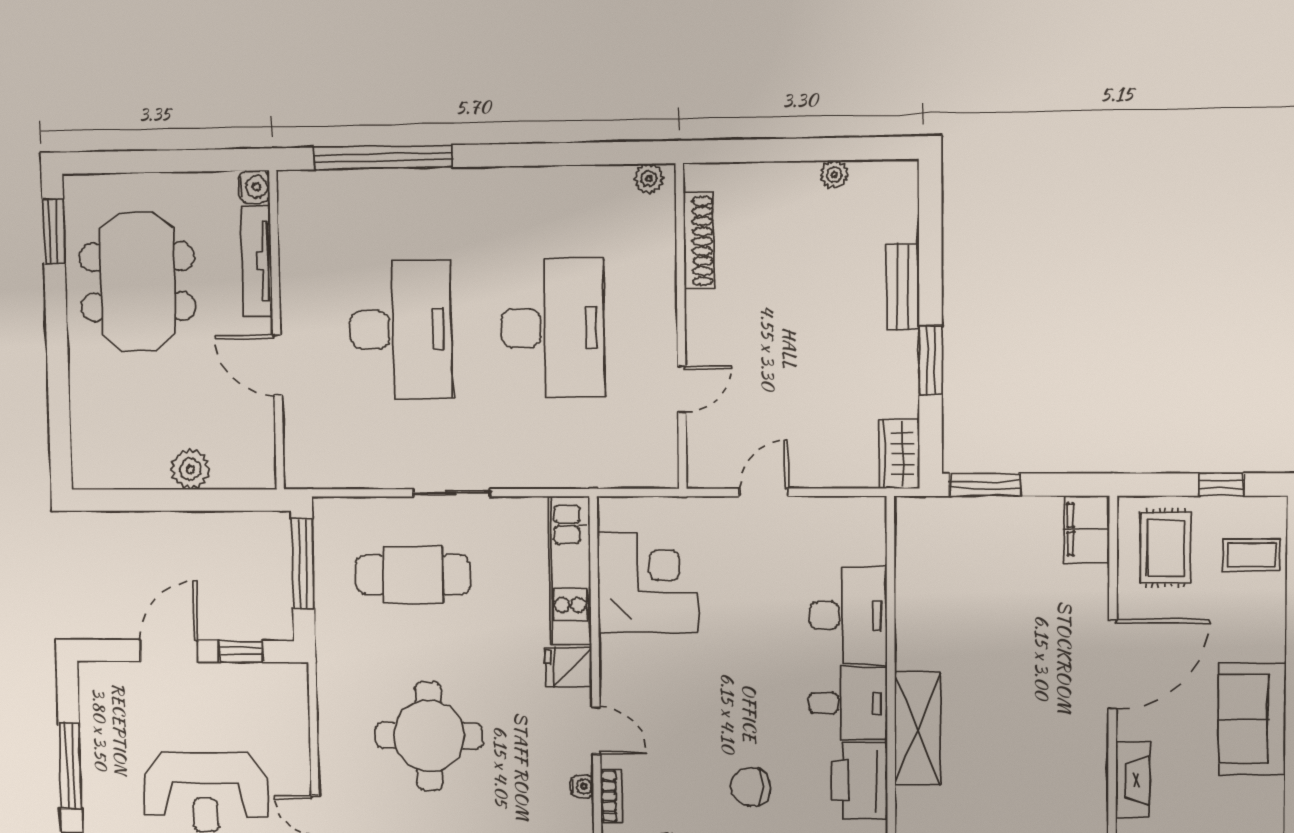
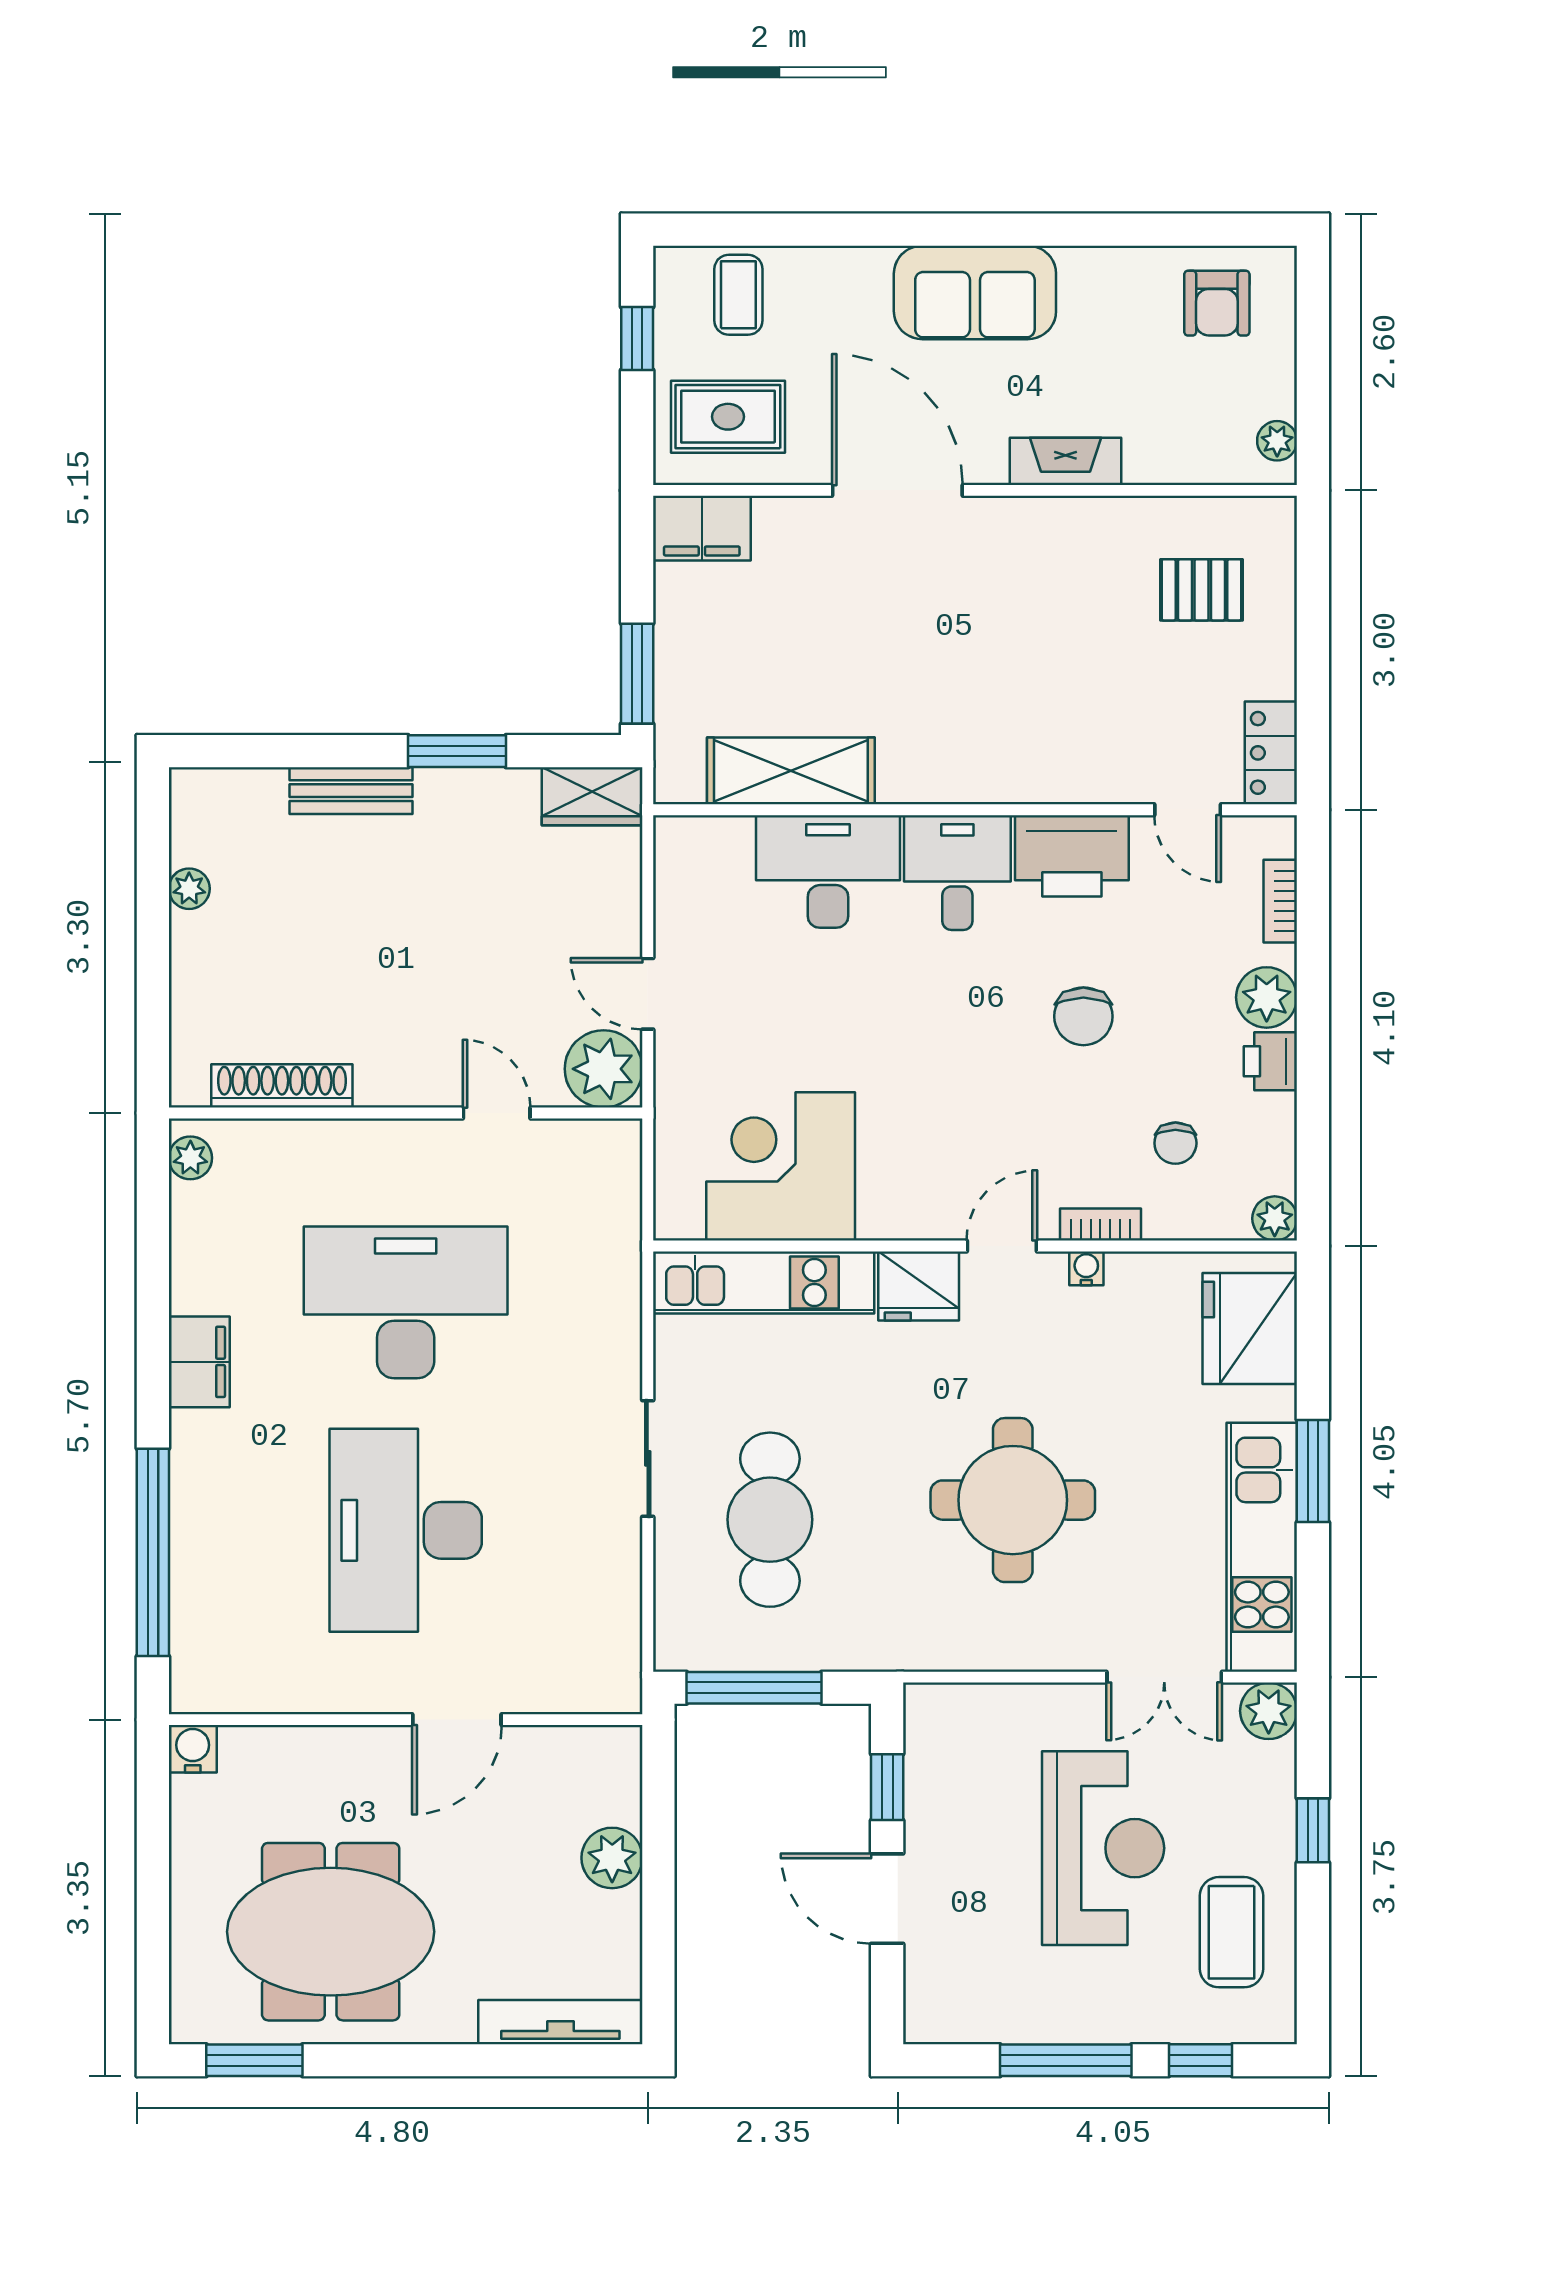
filing cabinet: (511, 187) -> (199, 1362), added
tv unit: (257, 261) -> (560, 2022), moved, turned 180
desk: (401, 329) -> (406, 1530), turned -90
plant: (712, 462) -> (604, 1069), added
fridge: (569, 667) -> (919, 1286), width x1.38
shelving: (918, 729) -> (791, 771), moved

